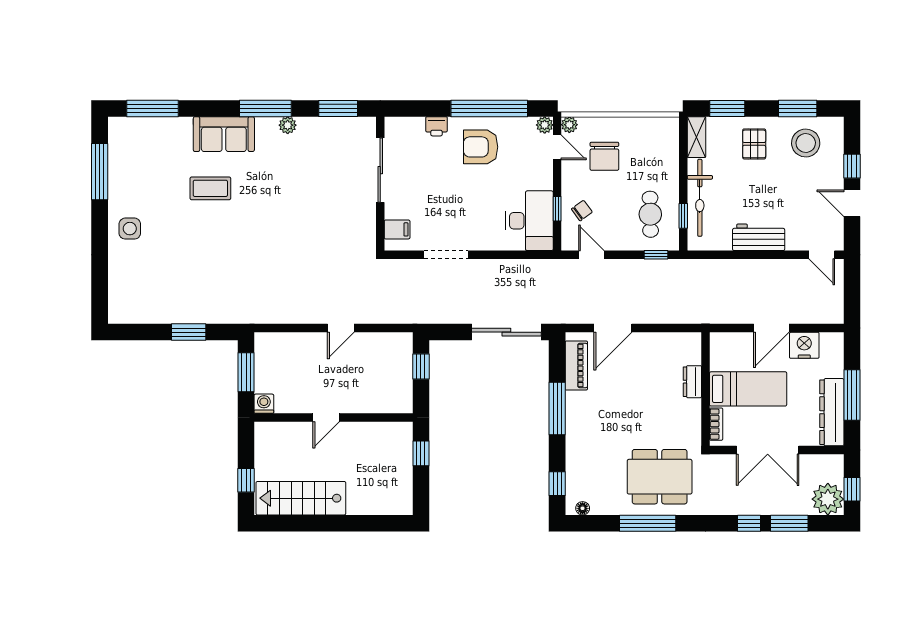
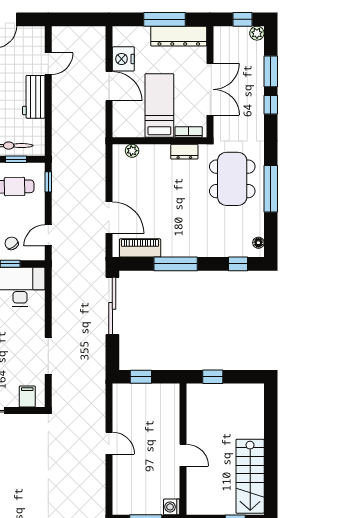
door: (822, 255) -> (48, 64), moved
plant: (694, 356) -> (132, 151), added
dresser: (692, 382) -> (184, 152), moved
plant: (828, 499) -> (257, 33), width x0.53, depth x0.53

